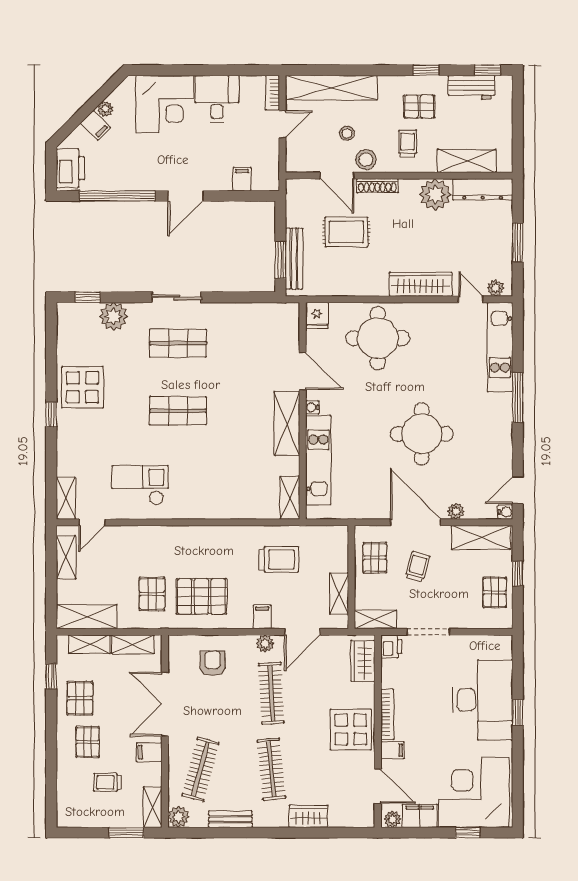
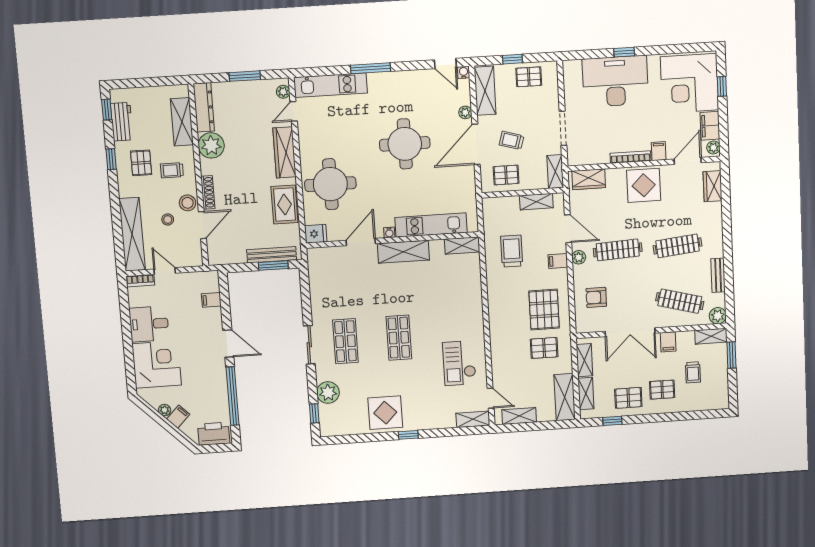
rug: (346, 232) -> (284, 205), moved
printer: (391, 646) -> (576, 157), removed
wardrobe: (308, 816) -> (713, 186), moved

